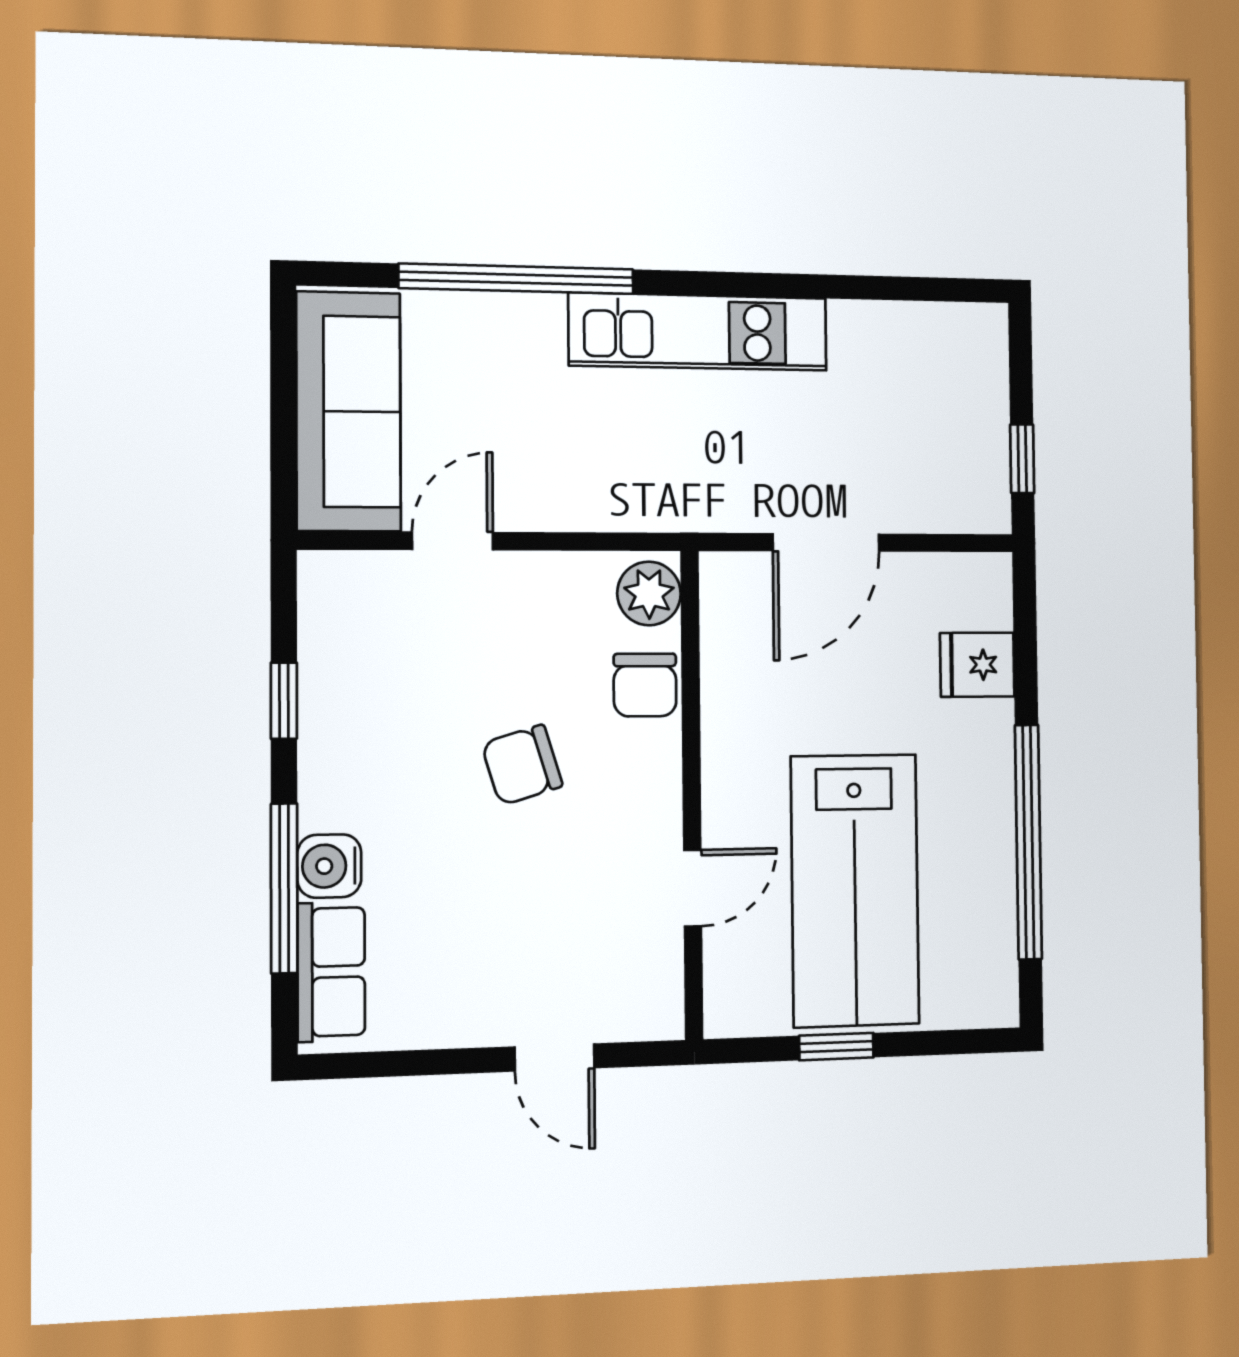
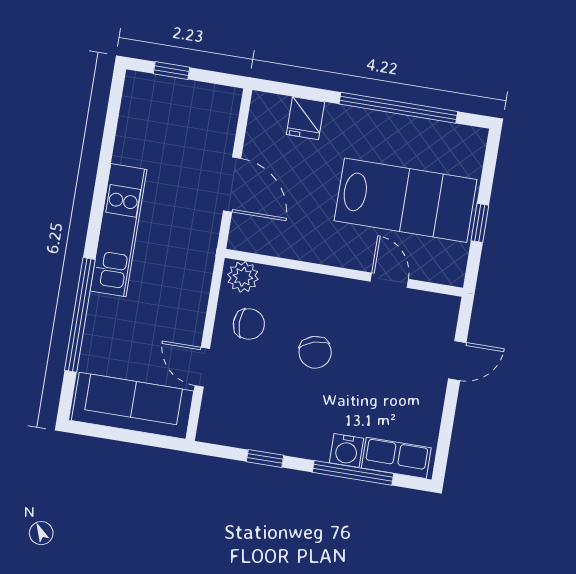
window: (1022, 459) -> (172, 71), moved
chair: (645, 685) -> (249, 324), moved

